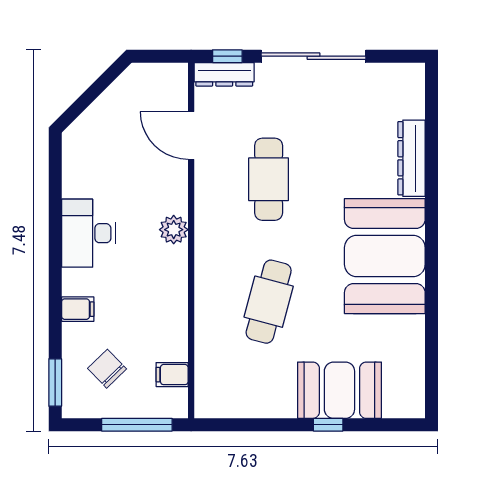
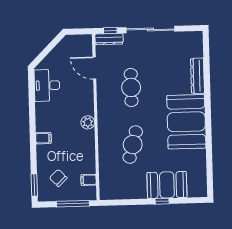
plant: (174, 230) -> (88, 122), moved
desk: (88, 233) -> (47, 85), moved
filing cabinet: (78, 309) -> (43, 138), moved

